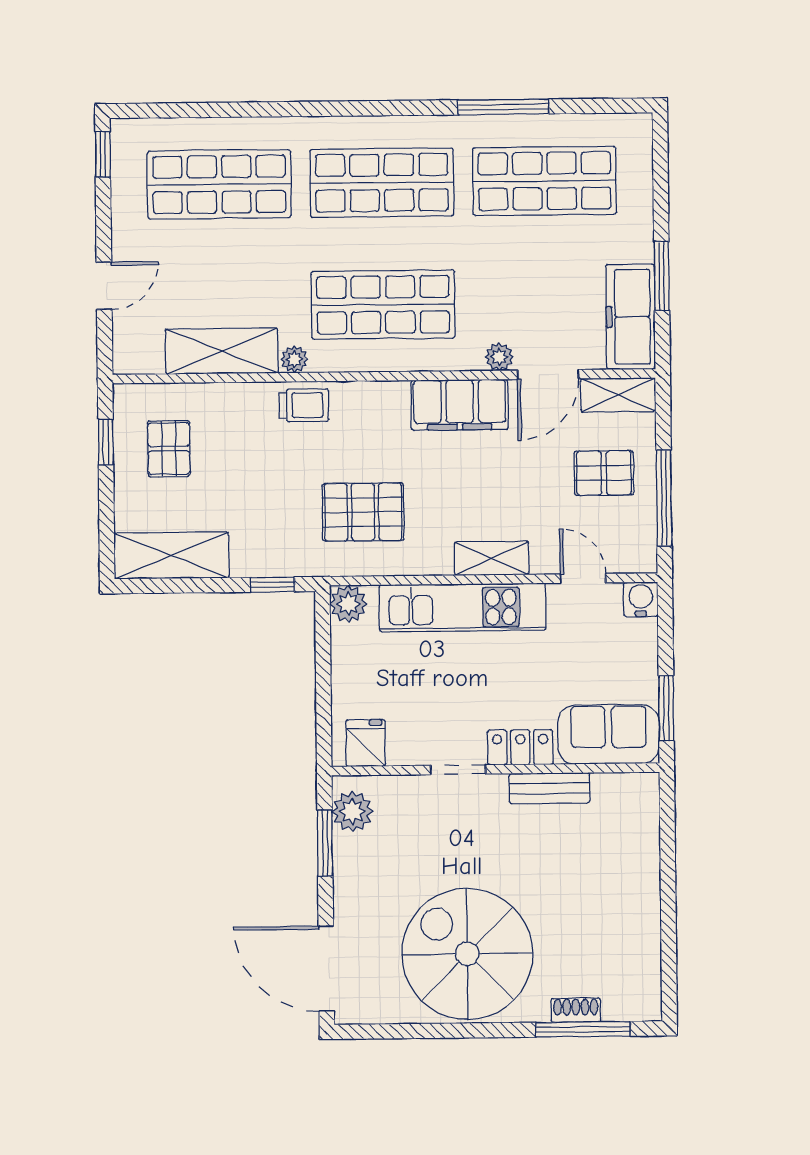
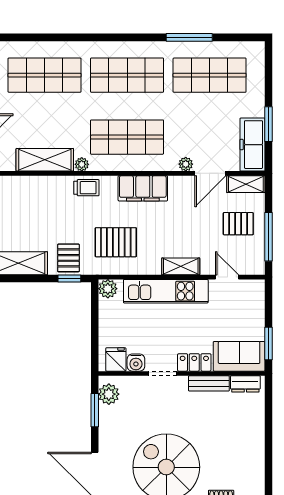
filing cabinet: (460, 405) -> (143, 188), moved
pallet: (169, 449) -> (68, 258), moved
water cooler: (641, 599) -> (136, 363), moved, turned 180
dresser: (621, 789) -> (245, 384), added

